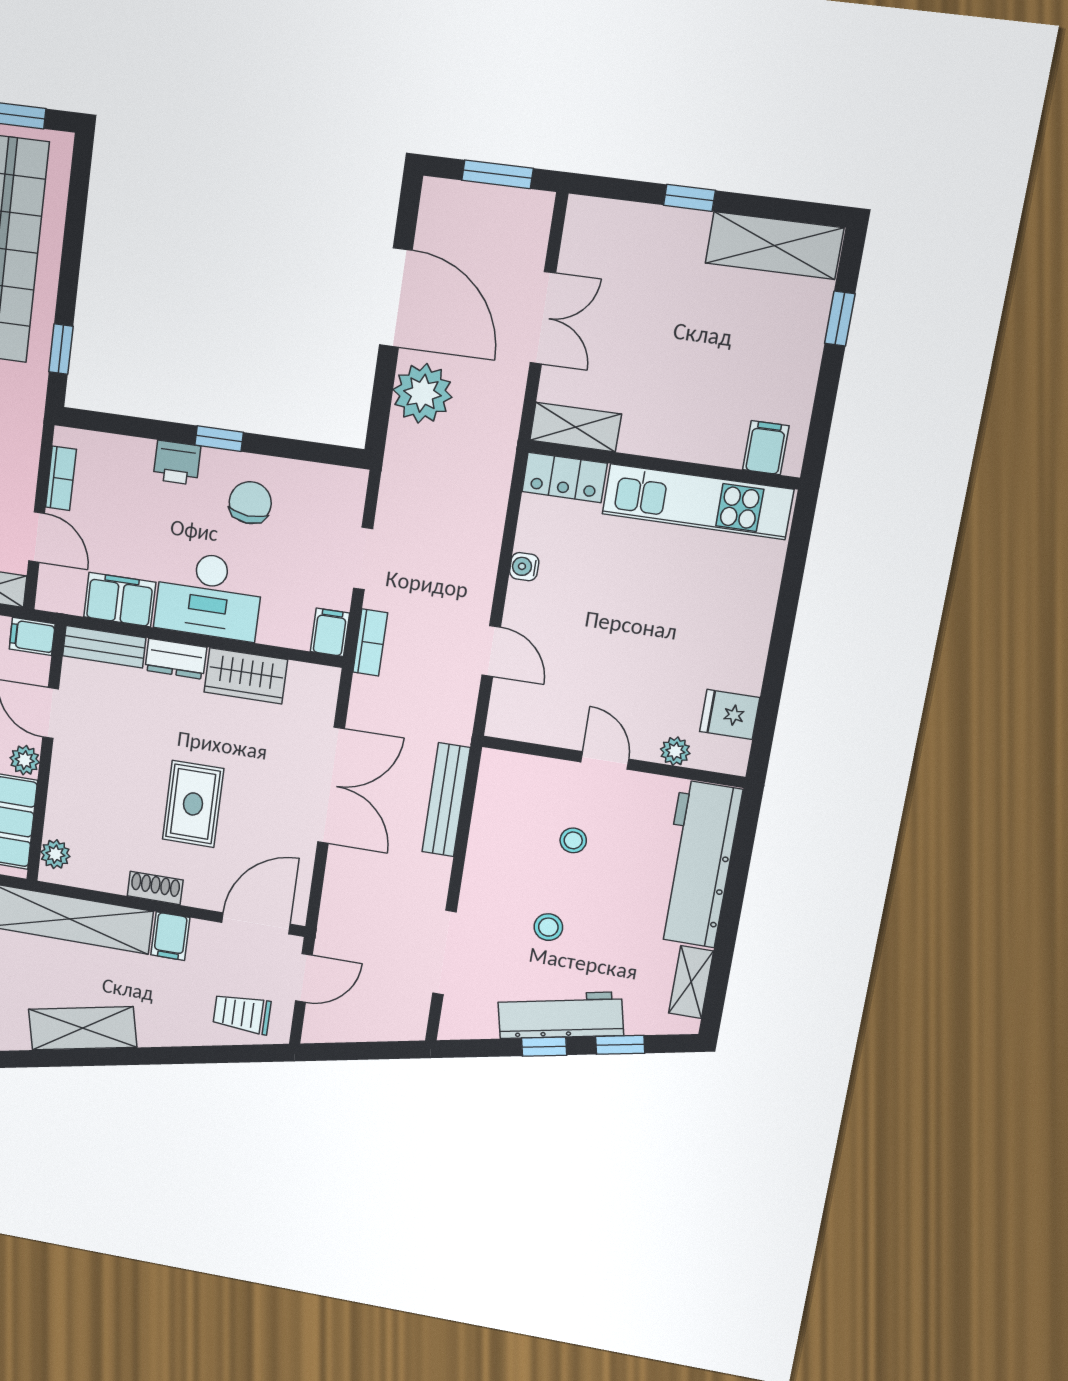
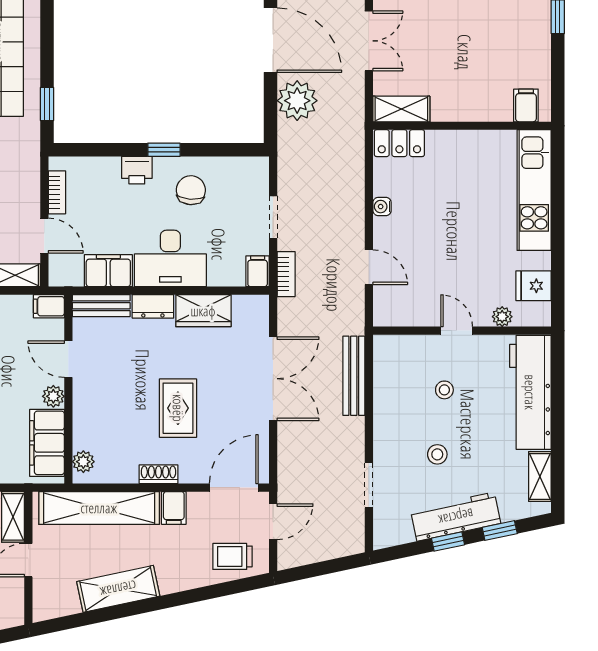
kitchen unit: (697, 502) -> (534, 190), moved, turned 90
doorway: (444, 952) -> (369, 485), width x0.73

